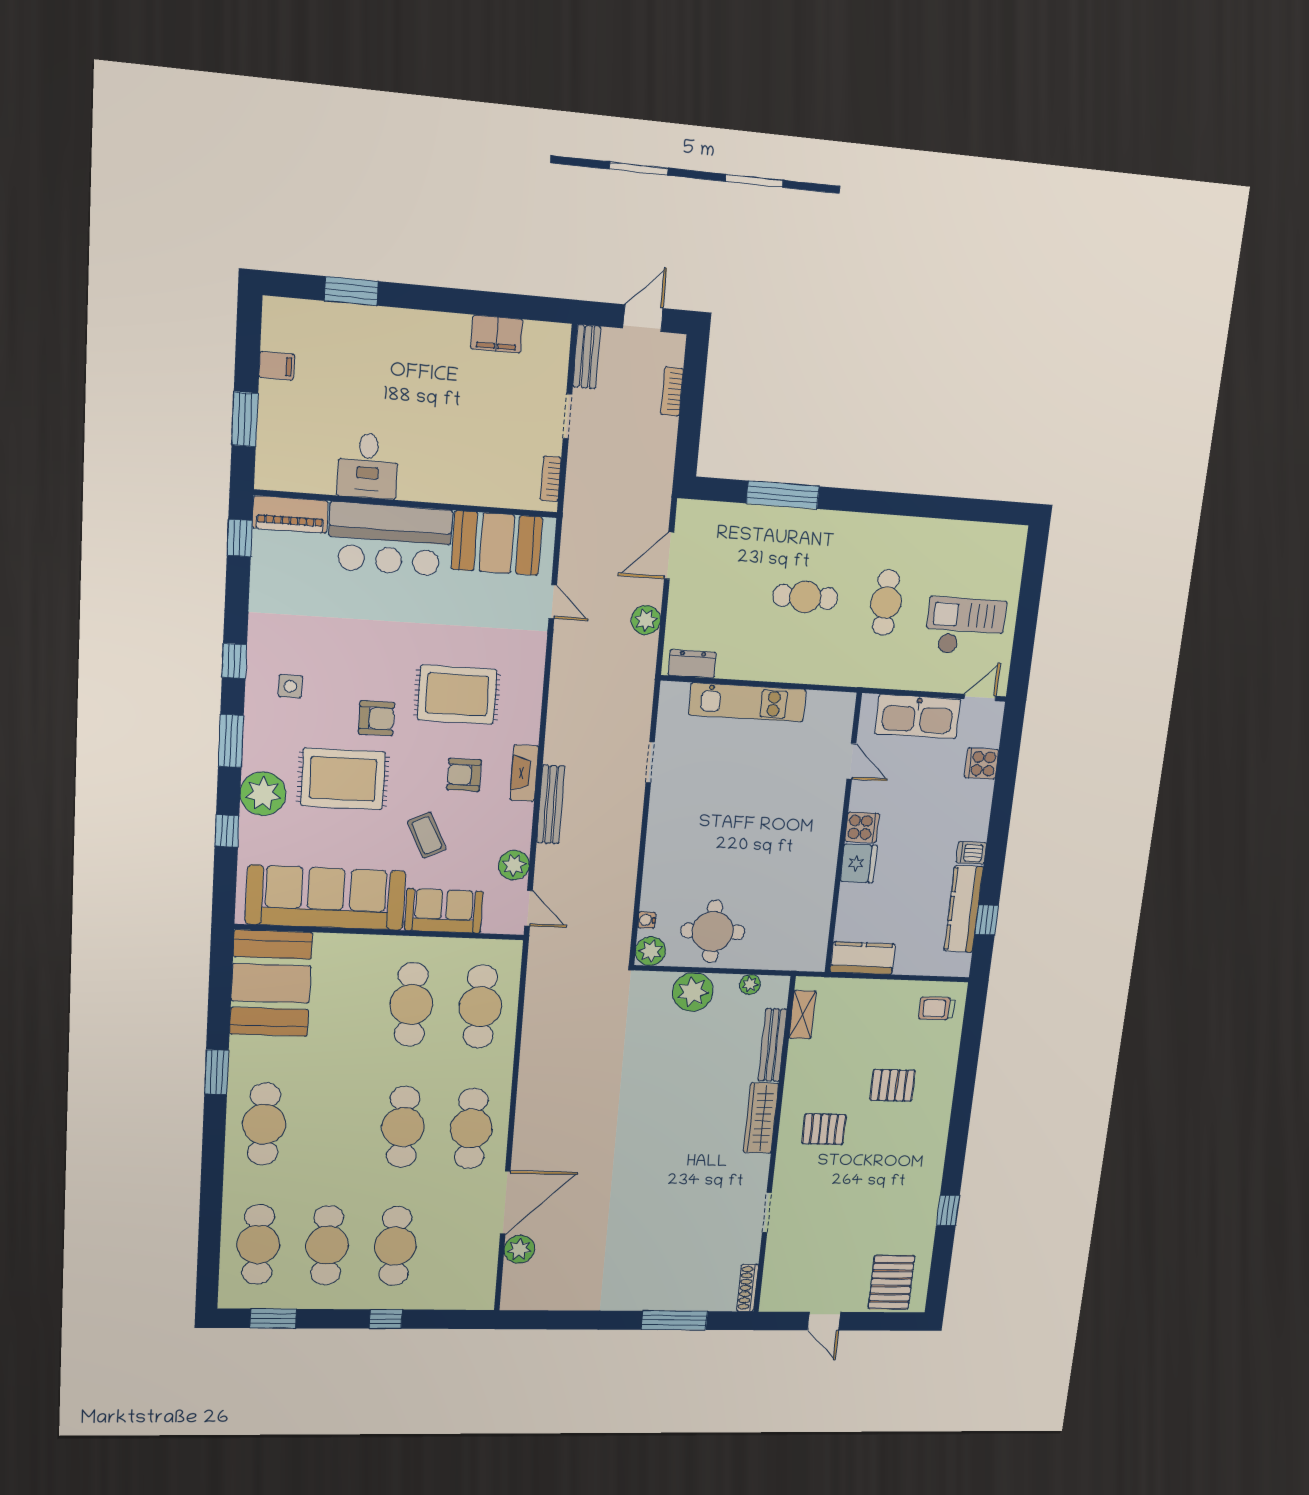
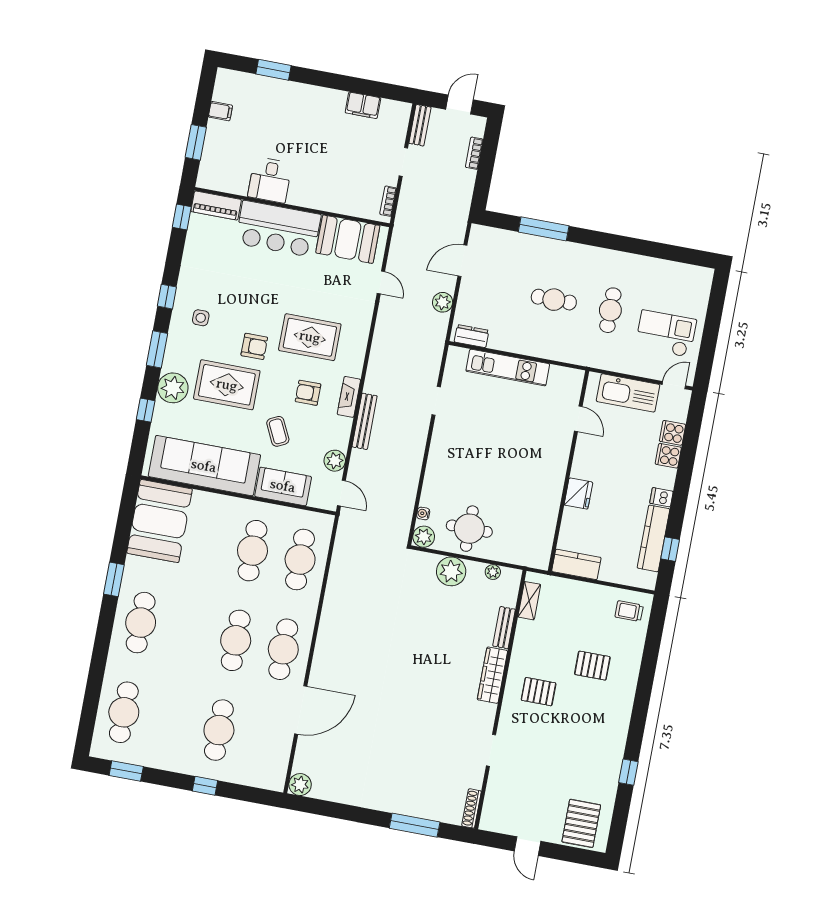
cooker: (862, 827) -> (668, 456), moved, turned 180
bench: (772, 1045) -> (504, 628), width x0.73
cafe table: (327, 1245) -> (171, 721), removed
plant: (519, 1249) -> (300, 785), moved

